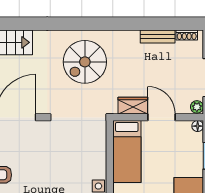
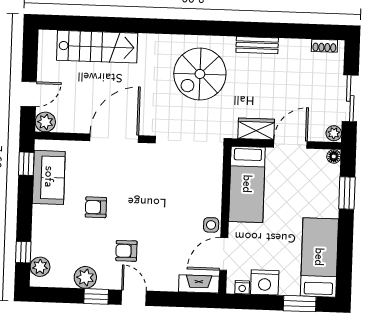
bench: (158, 36) -> (257, 45), moved
door: (161, 117) -> (290, 144), hinge flipped

